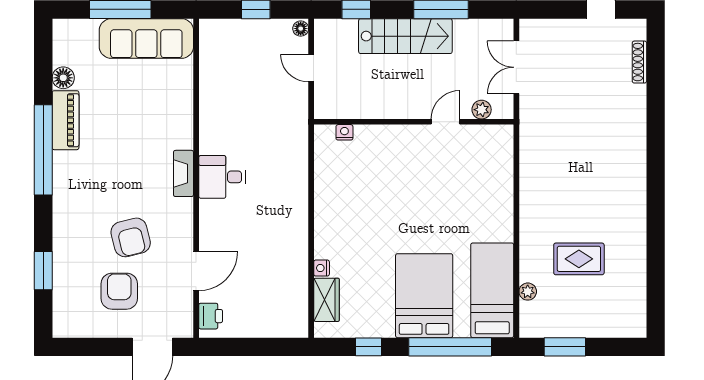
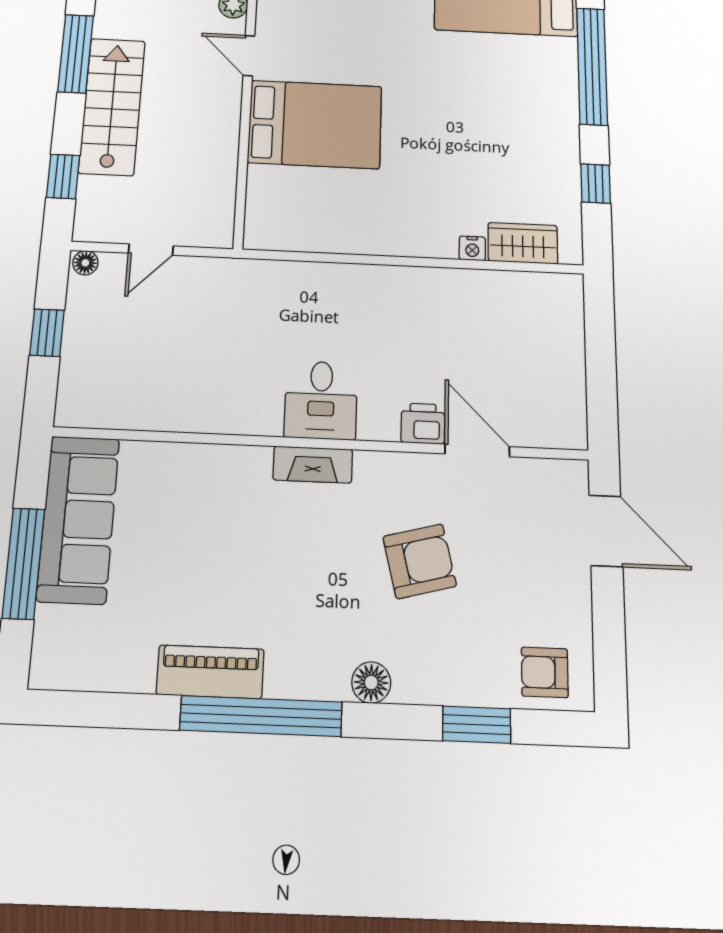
floor lamp: (63, 78) -> (371, 683), moved
nightstand: (344, 132) -> (257, 203), removed
armchair: (119, 291) -> (545, 672), moved, width x0.72, depth x0.72
bed: (424, 296) -> (315, 124), moved, turned 180
printer: (211, 316) -> (423, 424), moved

